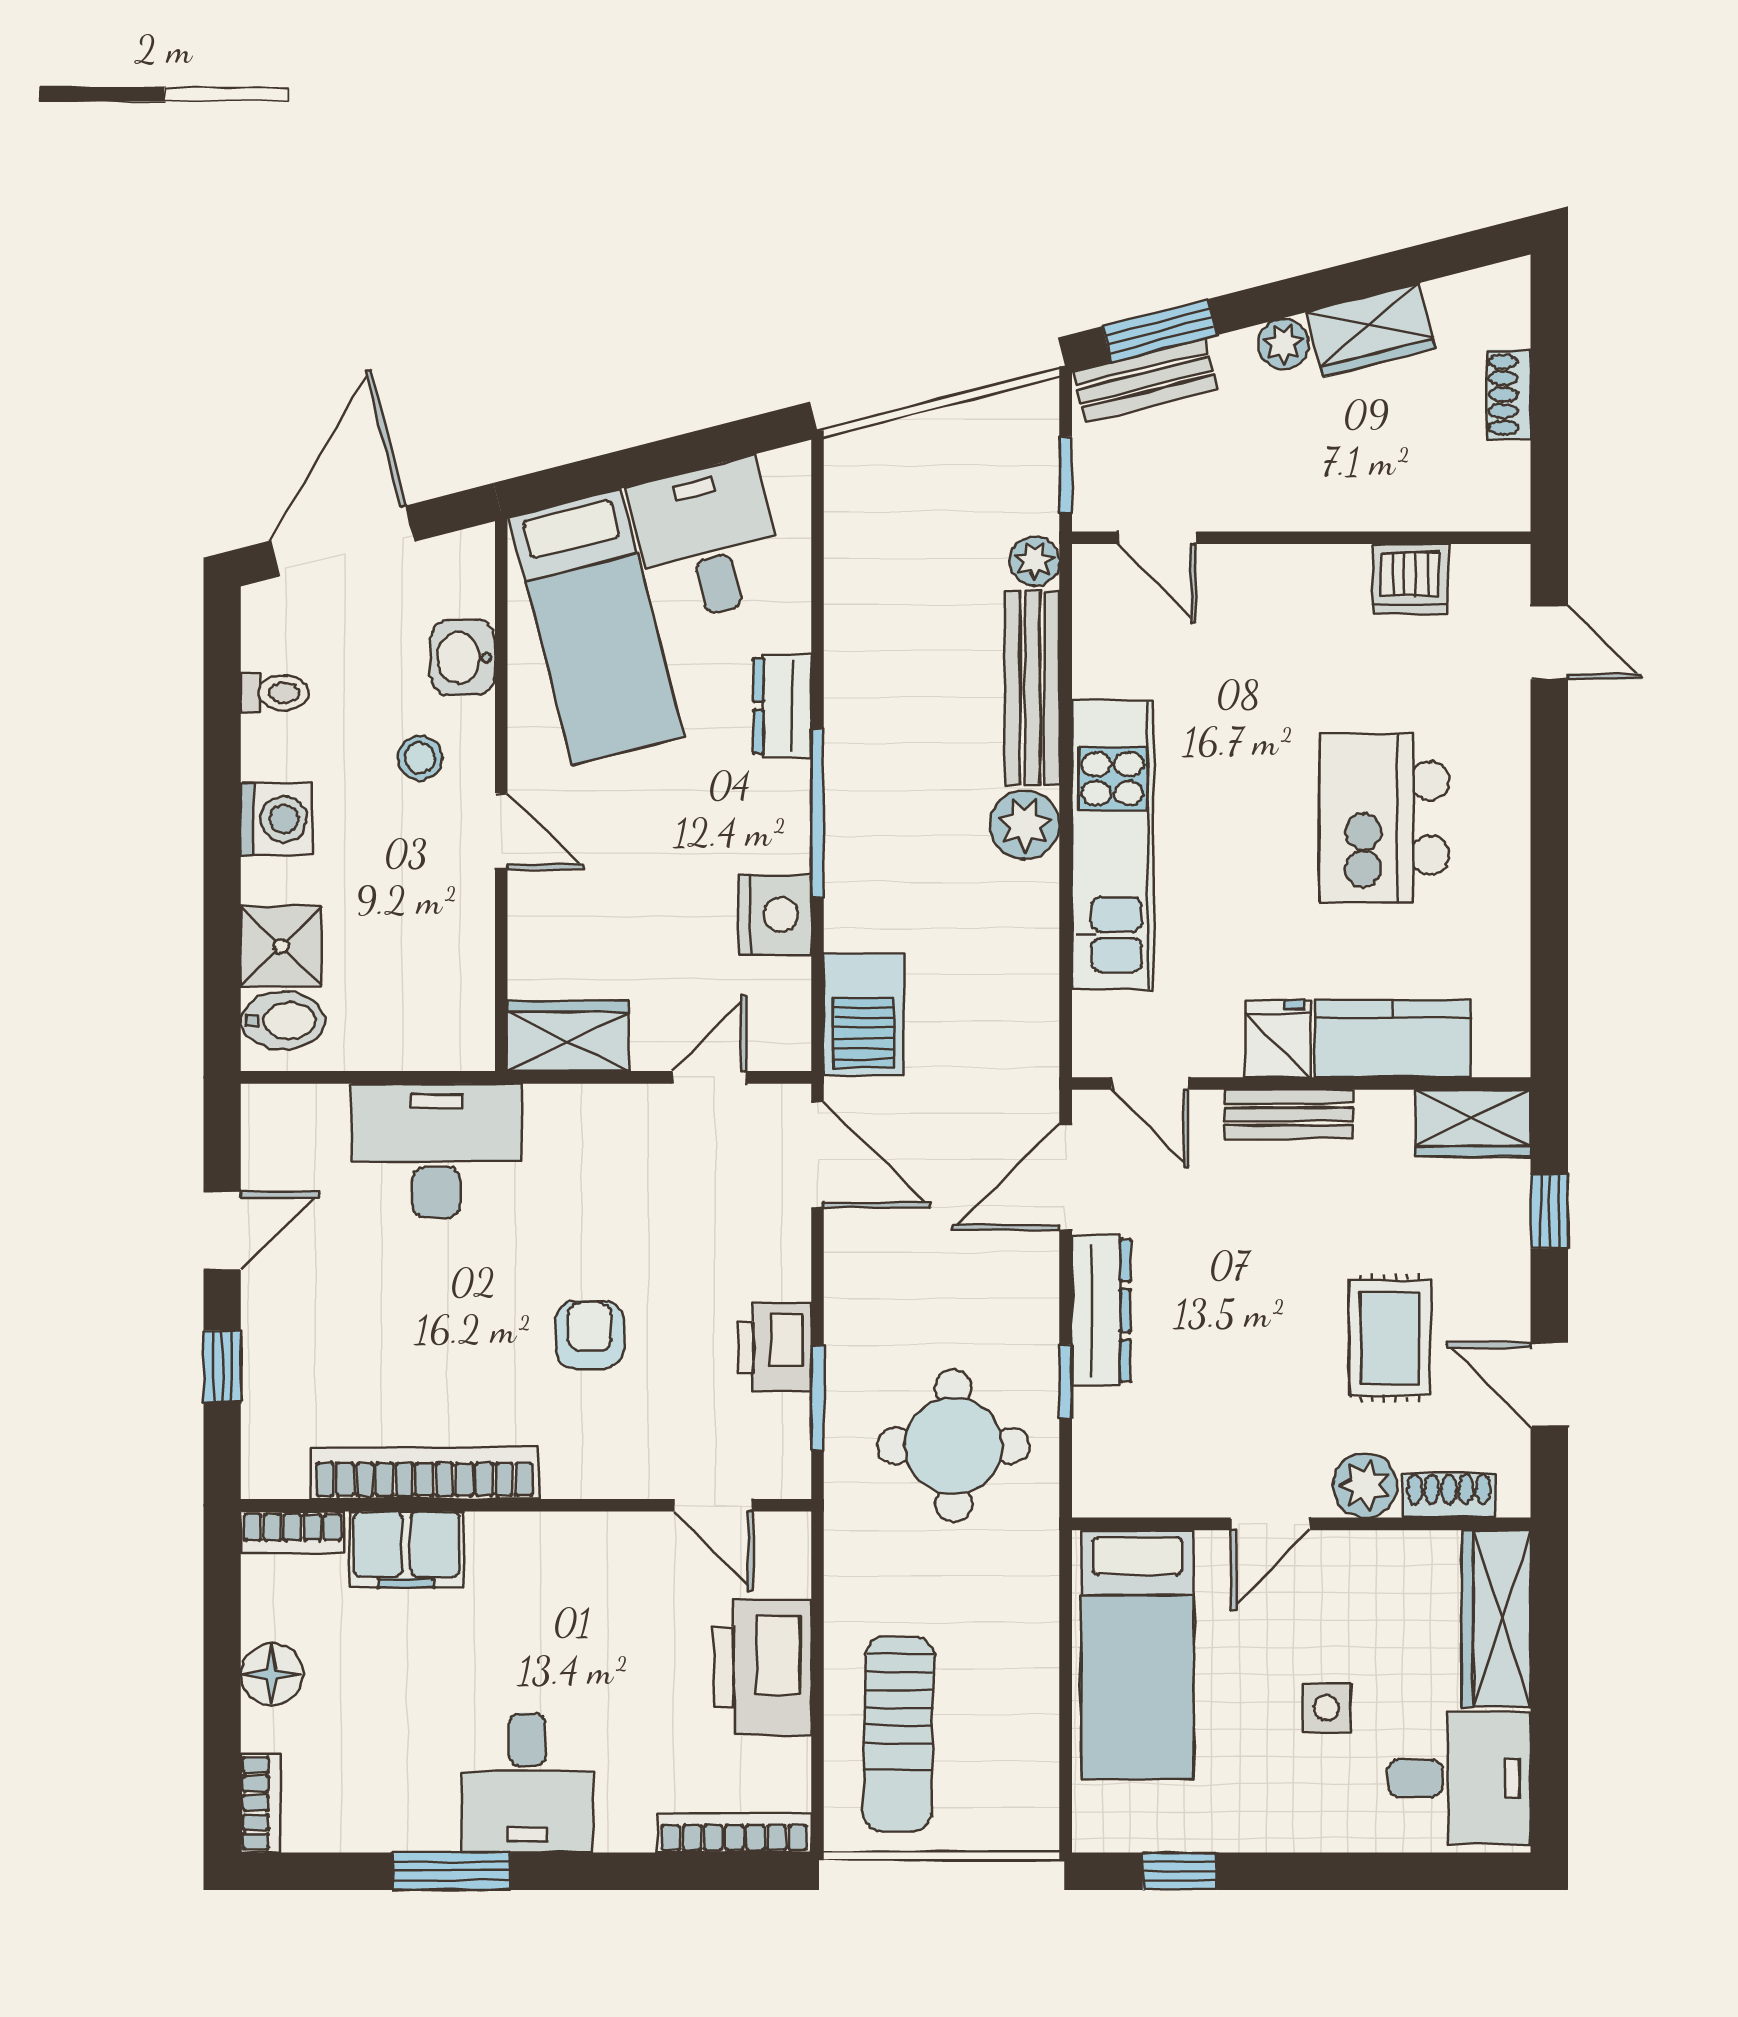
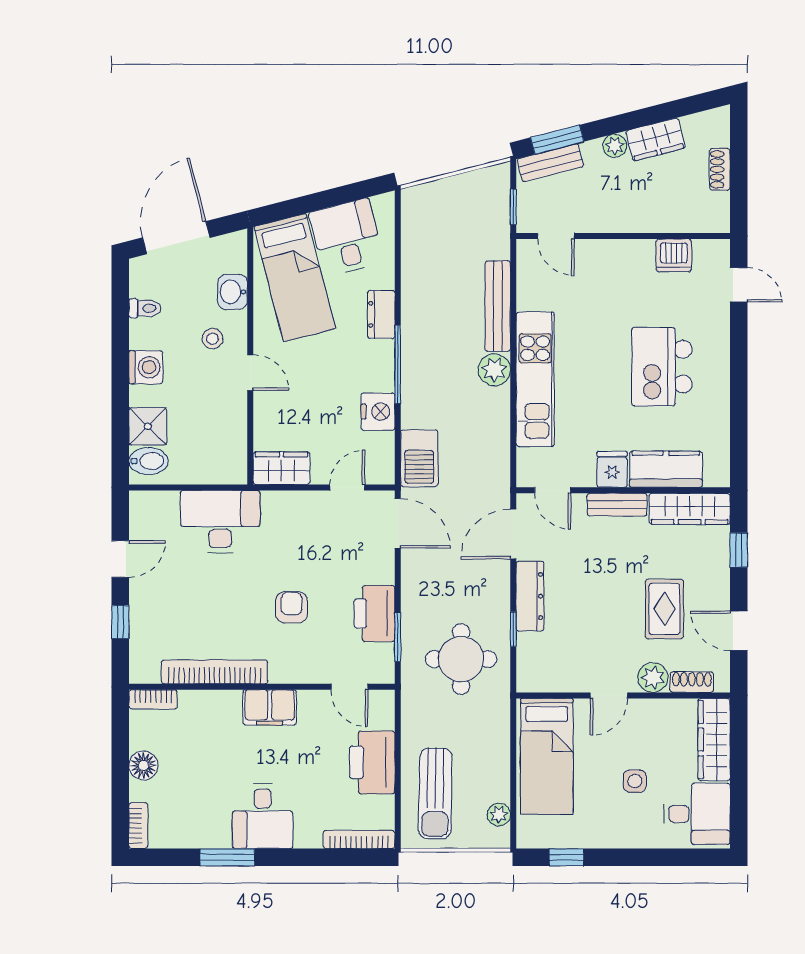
plant: (1035, 561) -> (499, 815), moved
wardrobe: (1473, 1123) -> (690, 509), width x1.50
printer: (775, 1348) -> (375, 613), width x1.37, depth x1.19
filing cabinet: (406, 1549) -> (270, 707), moved

